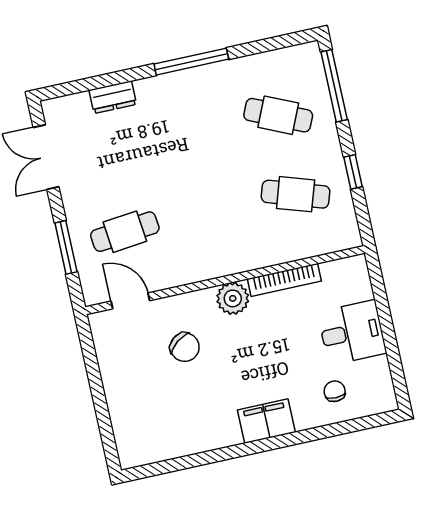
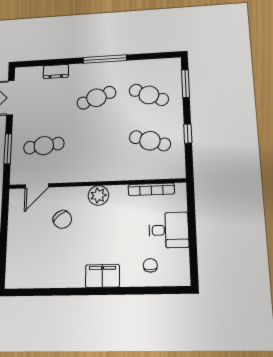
window: (334, 86) -> (185, 84), width x0.69
cafe table: (193, 134) -> (96, 98), added
bookcase: (284, 280) -> (151, 189), moved
door: (130, 301) -> (37, 186), swing flipped

